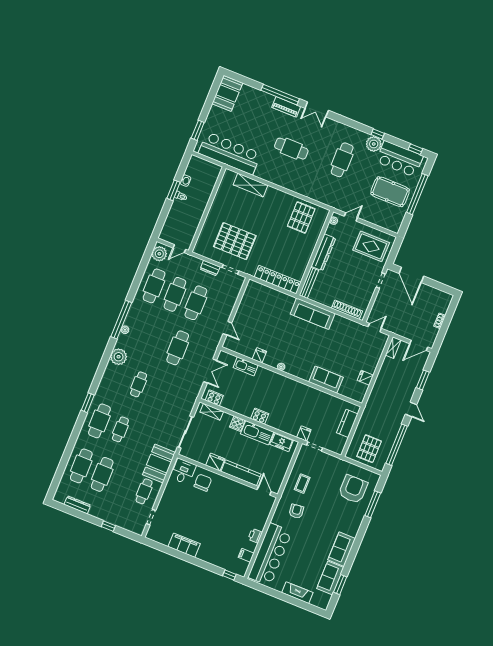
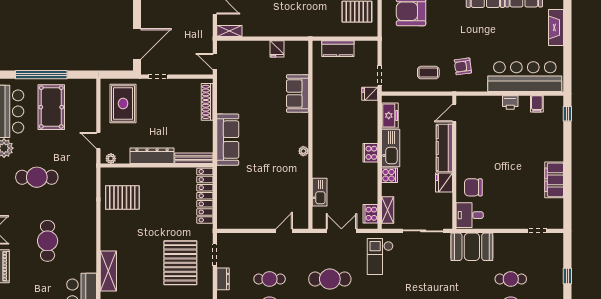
cafe table: (196, 303) -> (270, 279), width x0.73, depth x0.74
fridge: (259, 355) -> (300, 181), removed
checkout: (179, 392) -> (380, 257), added
cafe table: (144, 491) -> (511, 279), moved

